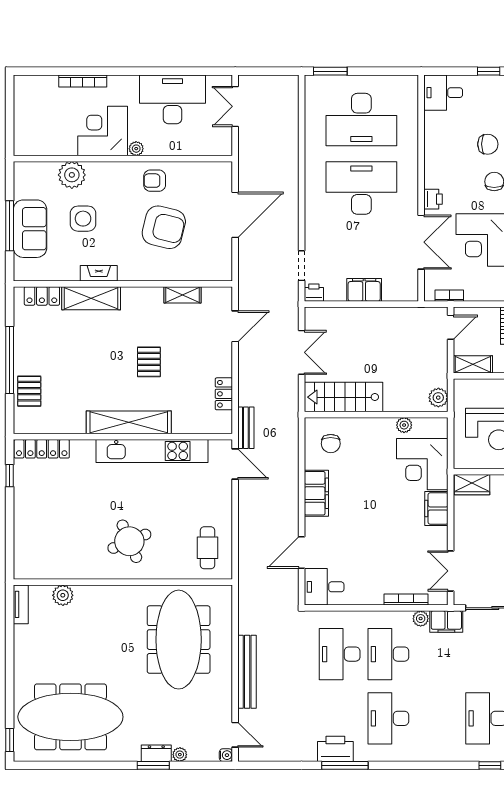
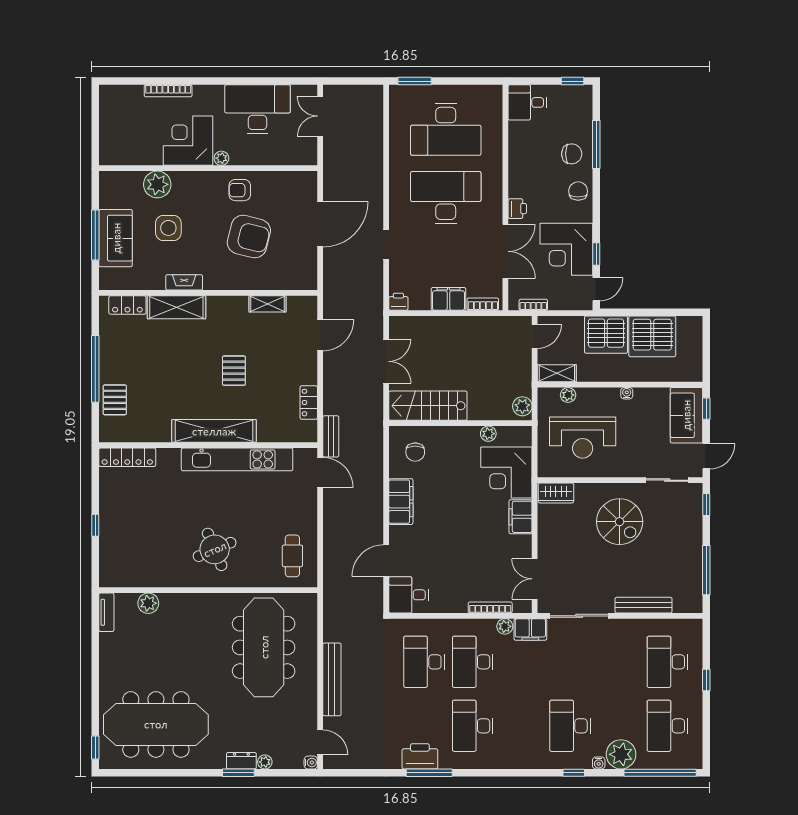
doorway: (302, 266) -> (386, 244), moved
bookcase: (399, 295) -> (483, 304), added
plant: (484, 386) -> (568, 395), added
window: (10, 476) -> (95, 525), moved

